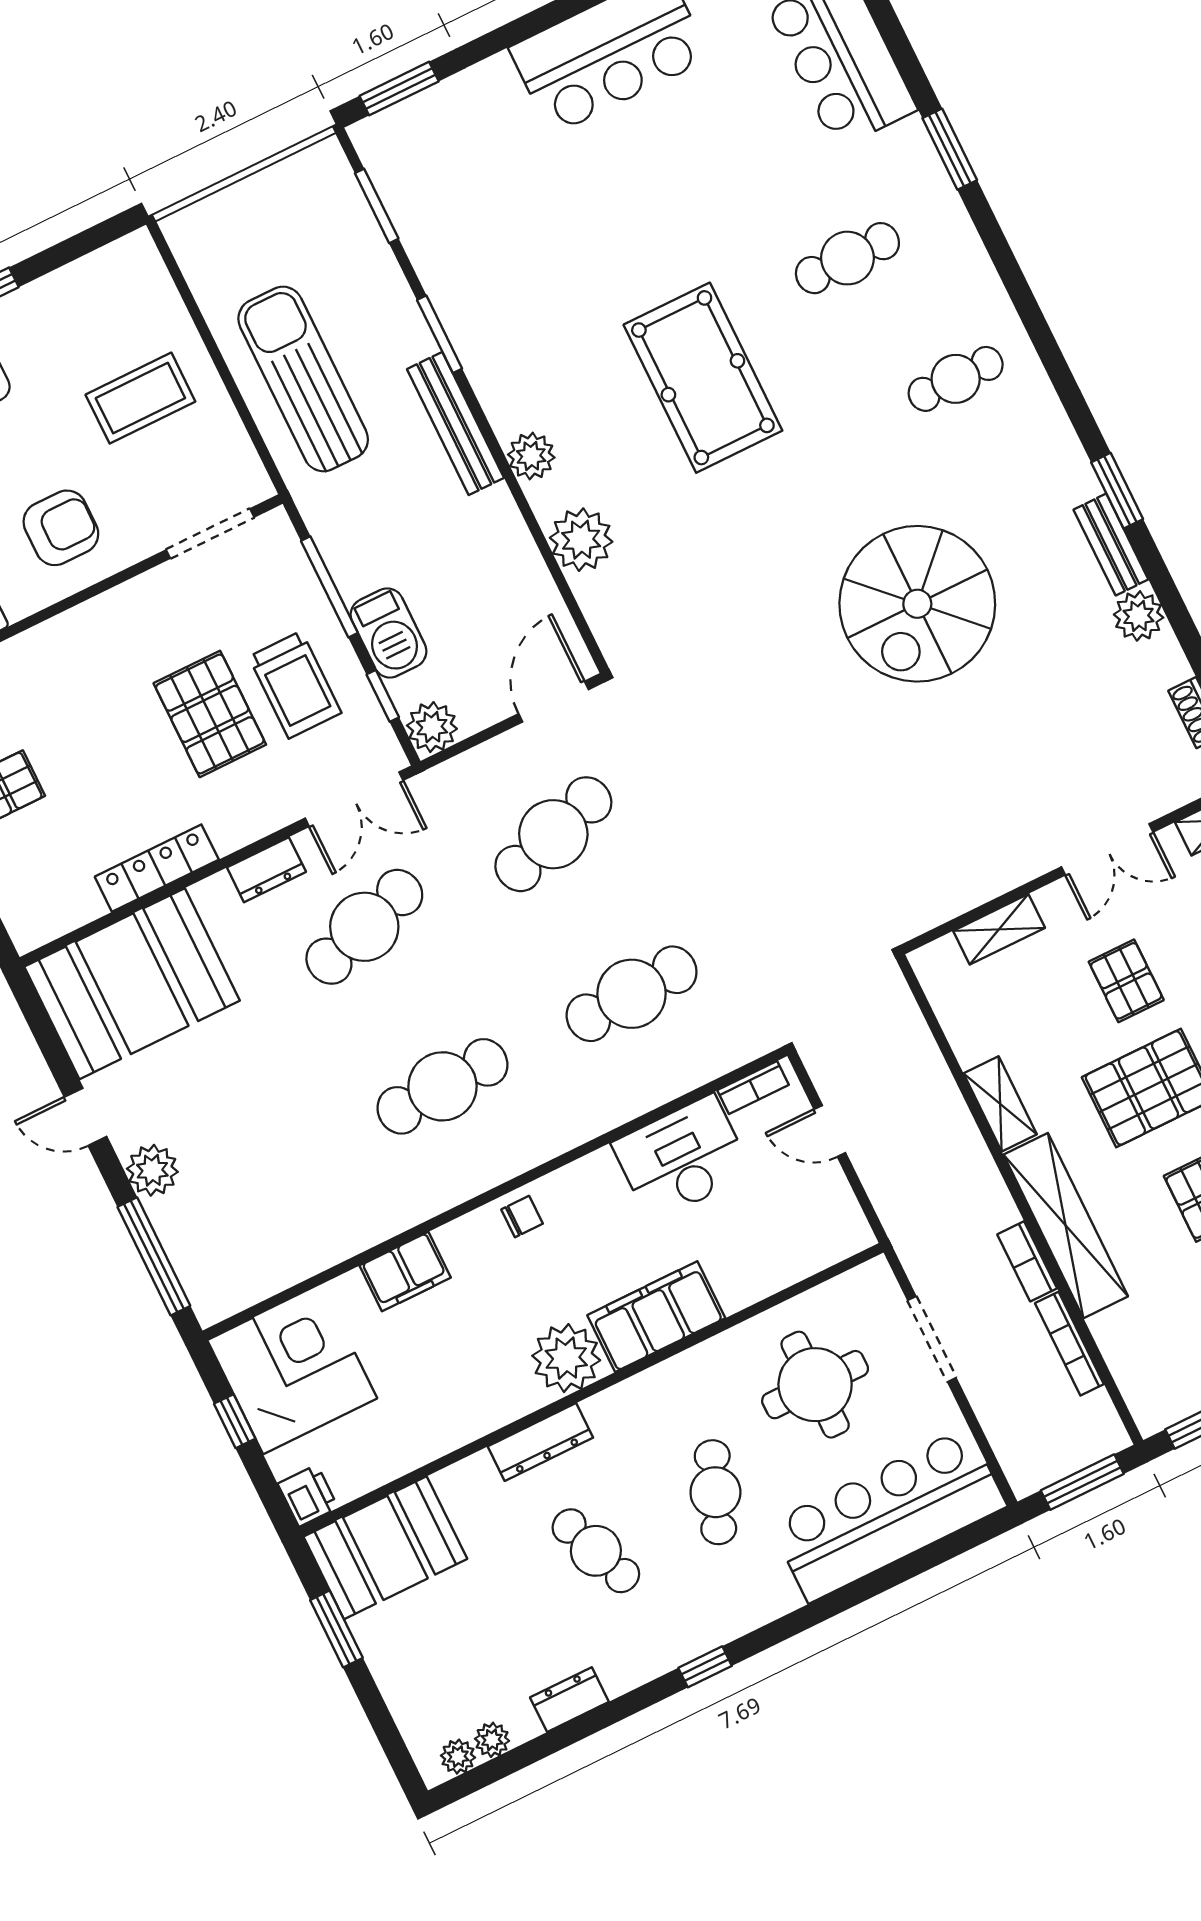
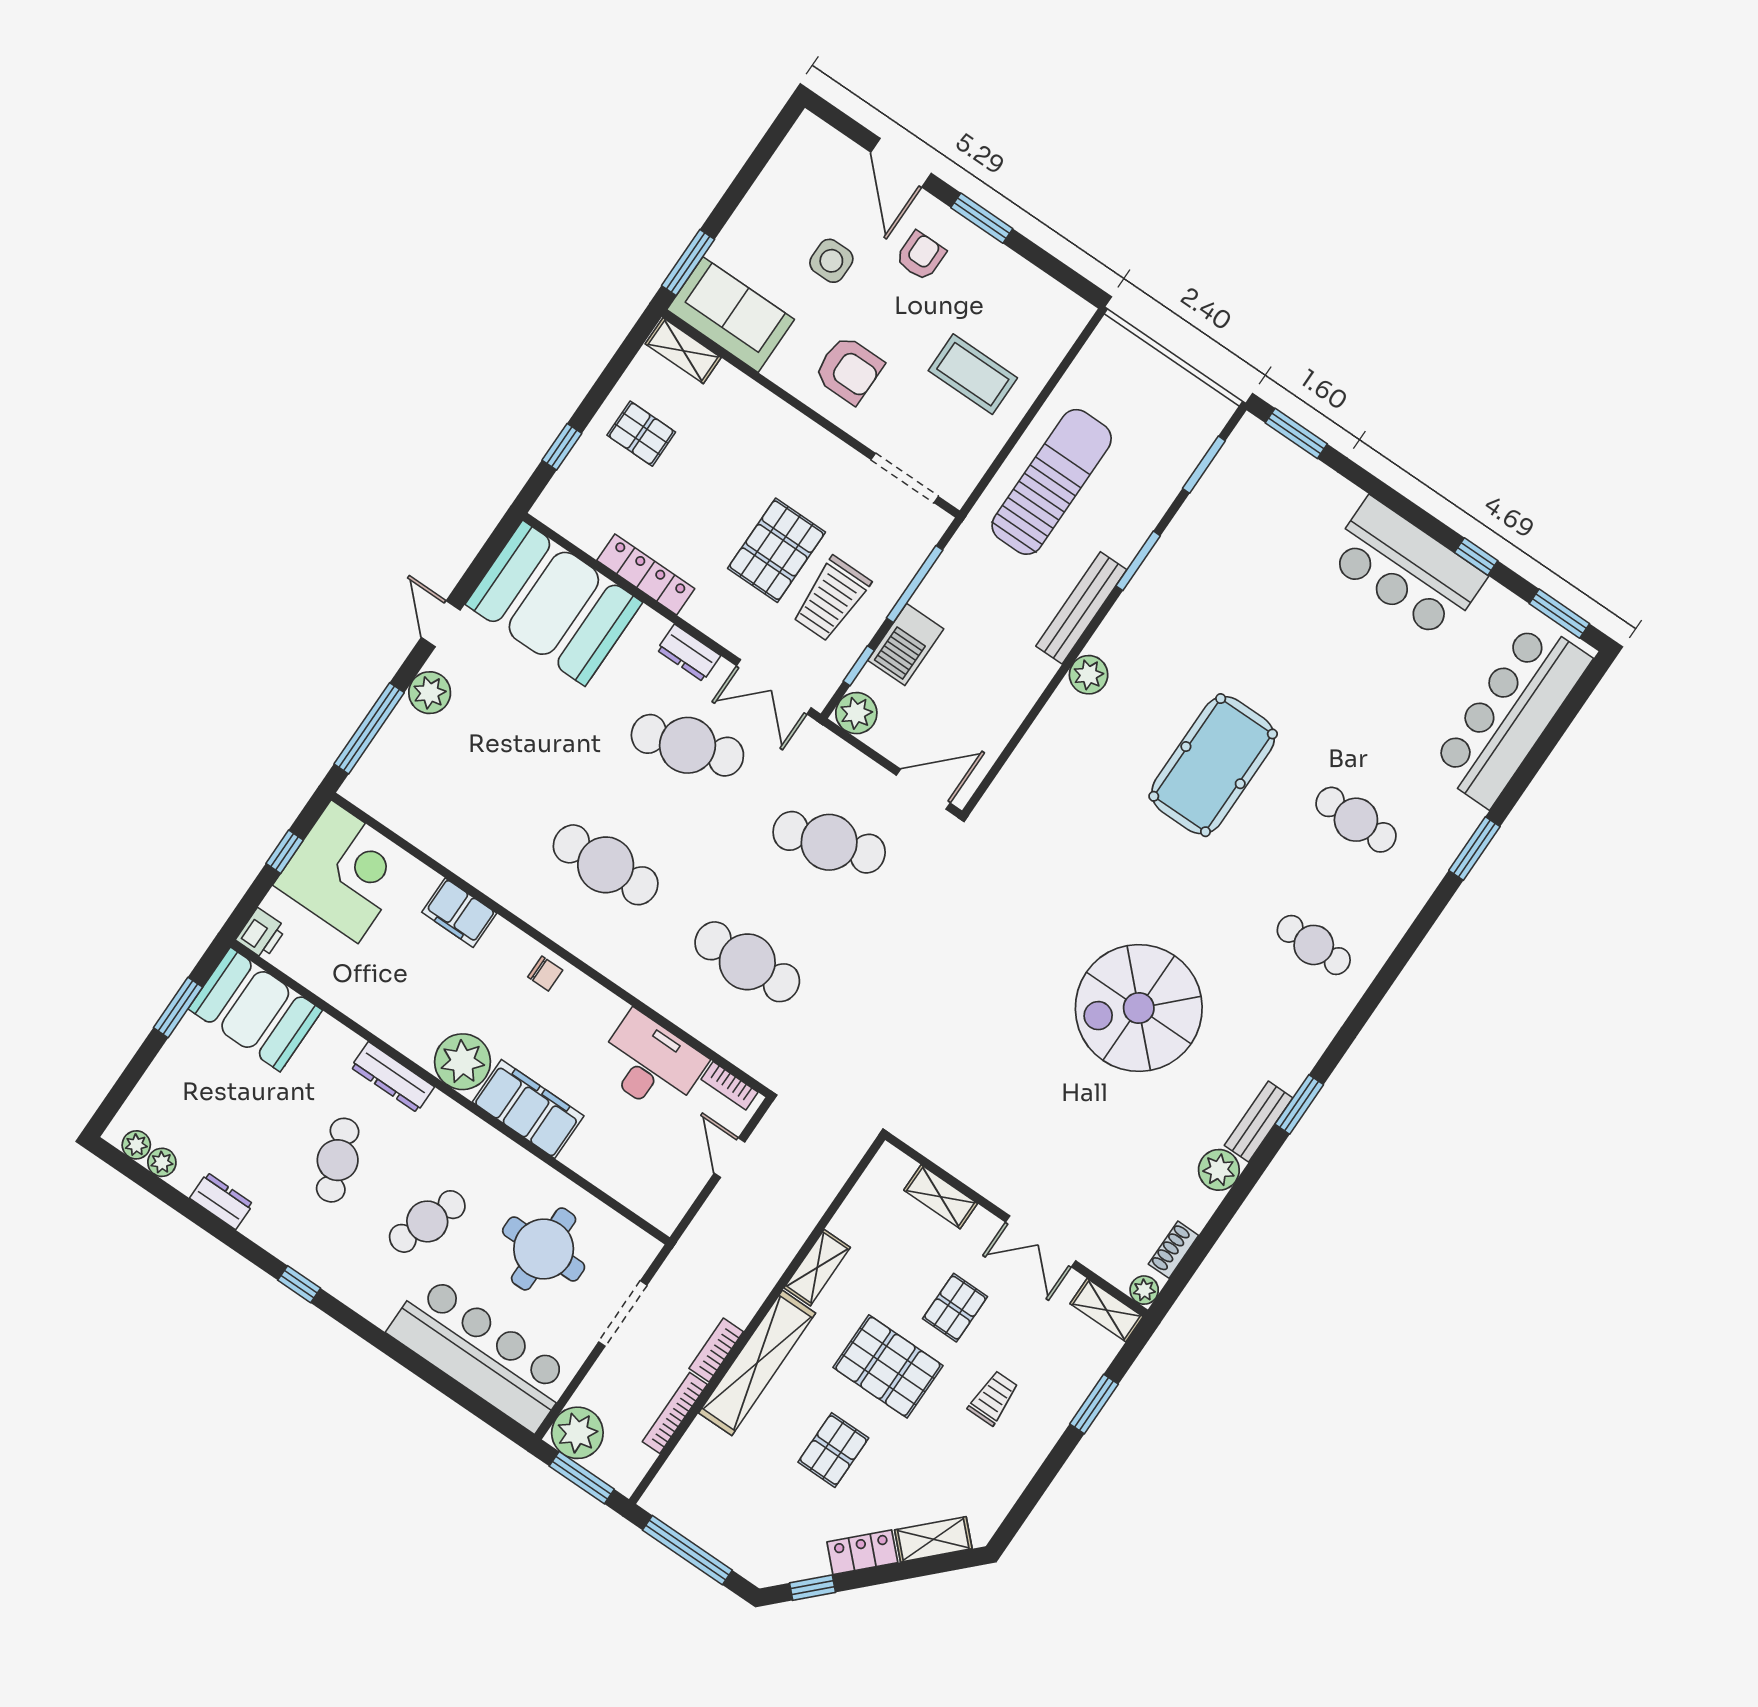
plant: (581, 540) -> (577, 1433), moved

